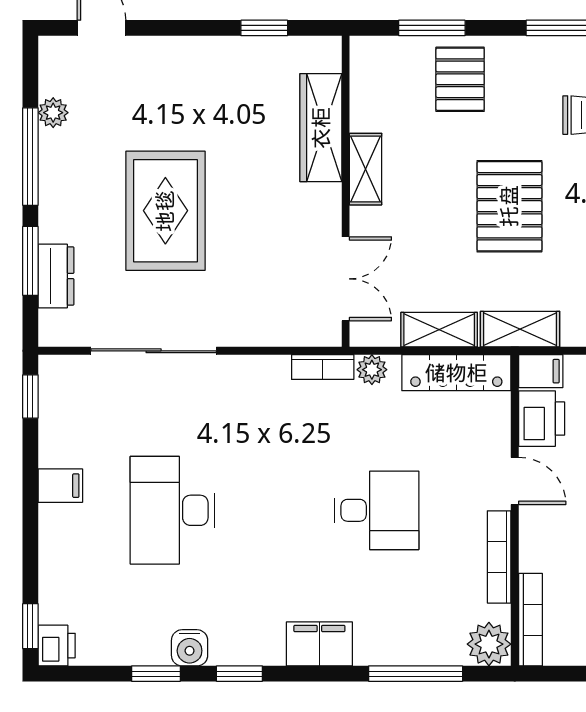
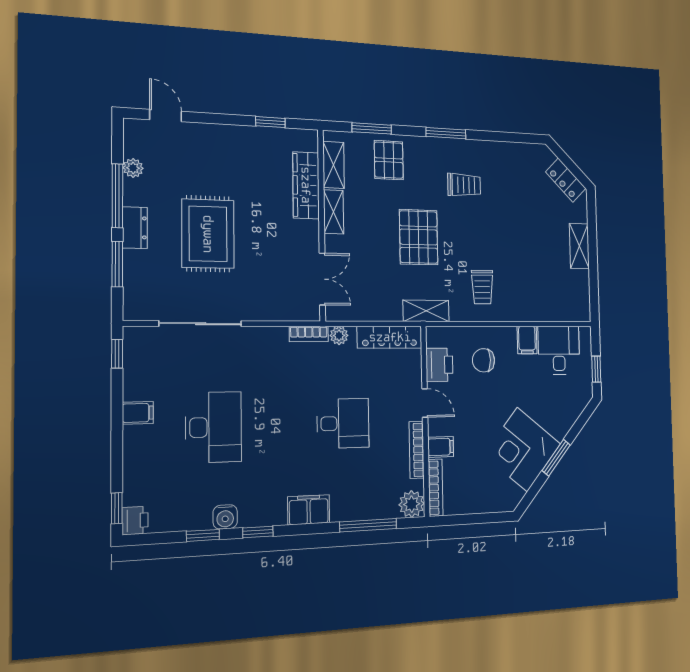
dresser: (56, 276) -> (135, 228), moved
shelving: (439, 330) -> (334, 165), moved, turned 90
filing cabinet: (541, 371) -> (441, 447), moved
desk: (173, 510) -> (213, 427), turned 180

